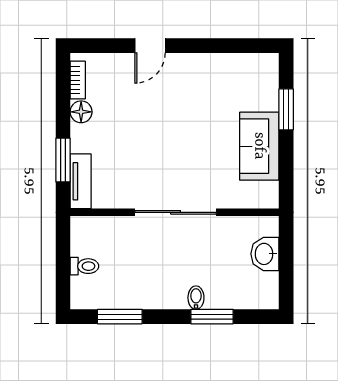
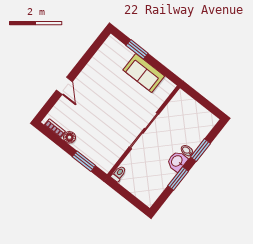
tv unit: (81, 181) -> (99, 161), removed
washbasin: (265, 254) -> (177, 161), moved, turned 90
toilet: (84, 266) -> (119, 174), moved
window: (120, 317) -> (178, 179), moved

